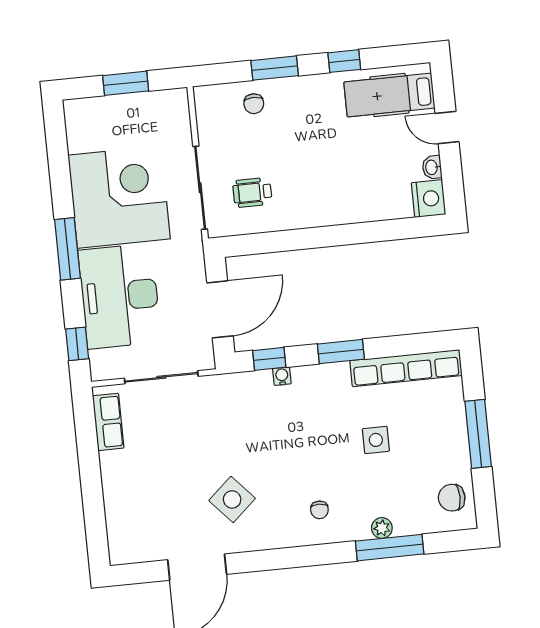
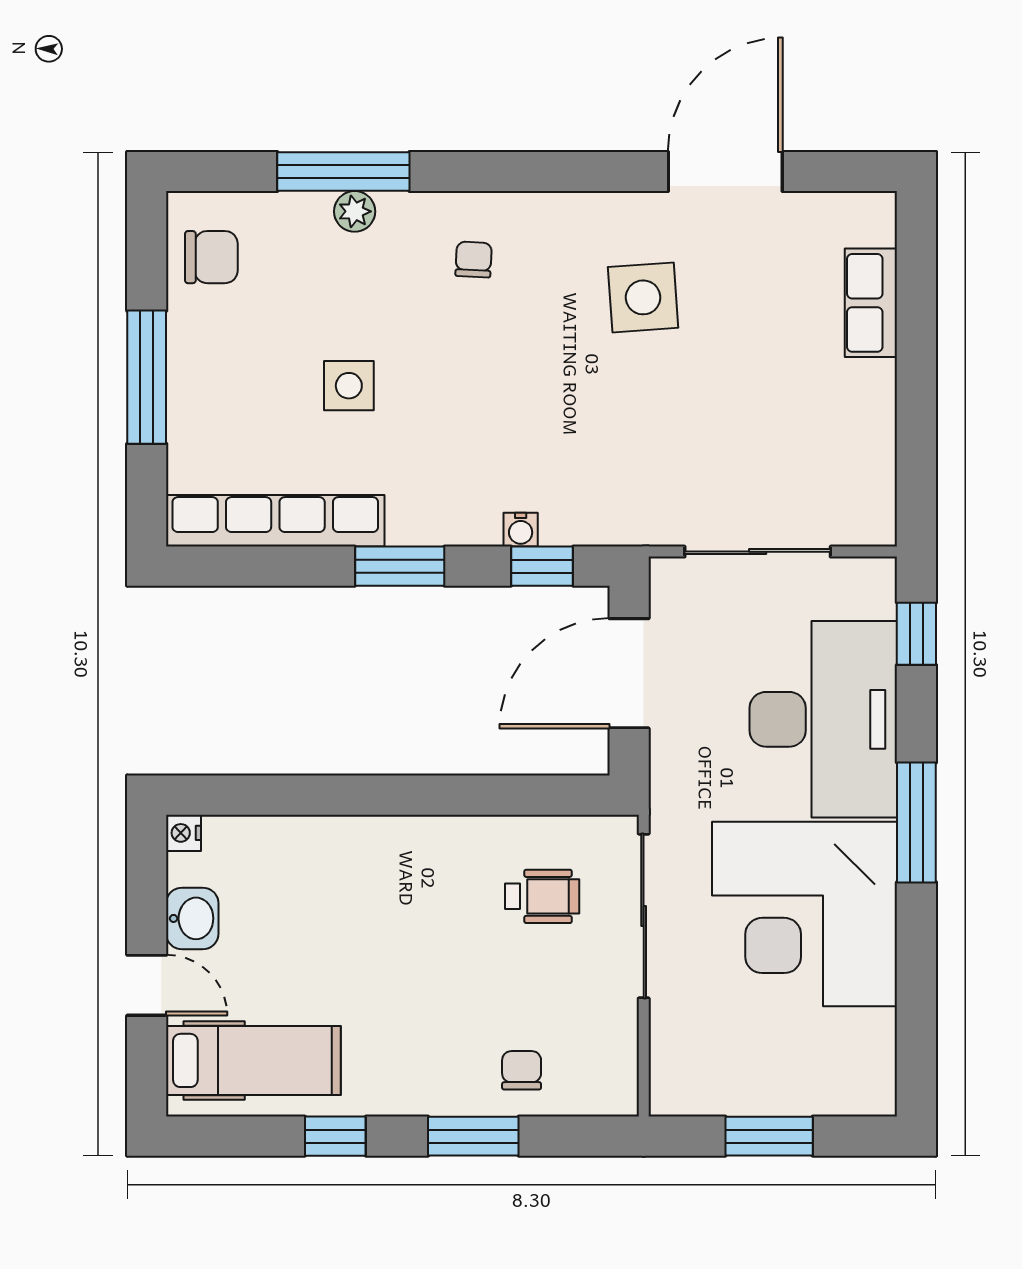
washbasin: (432, 167) -> (192, 918), width x1.38, depth x1.45
nightstand: (429, 199) -> (183, 833), width x0.53, depth x0.56
row of seats: (108, 422) -> (871, 303), moved
side table: (232, 499) -> (643, 297), turned 38

